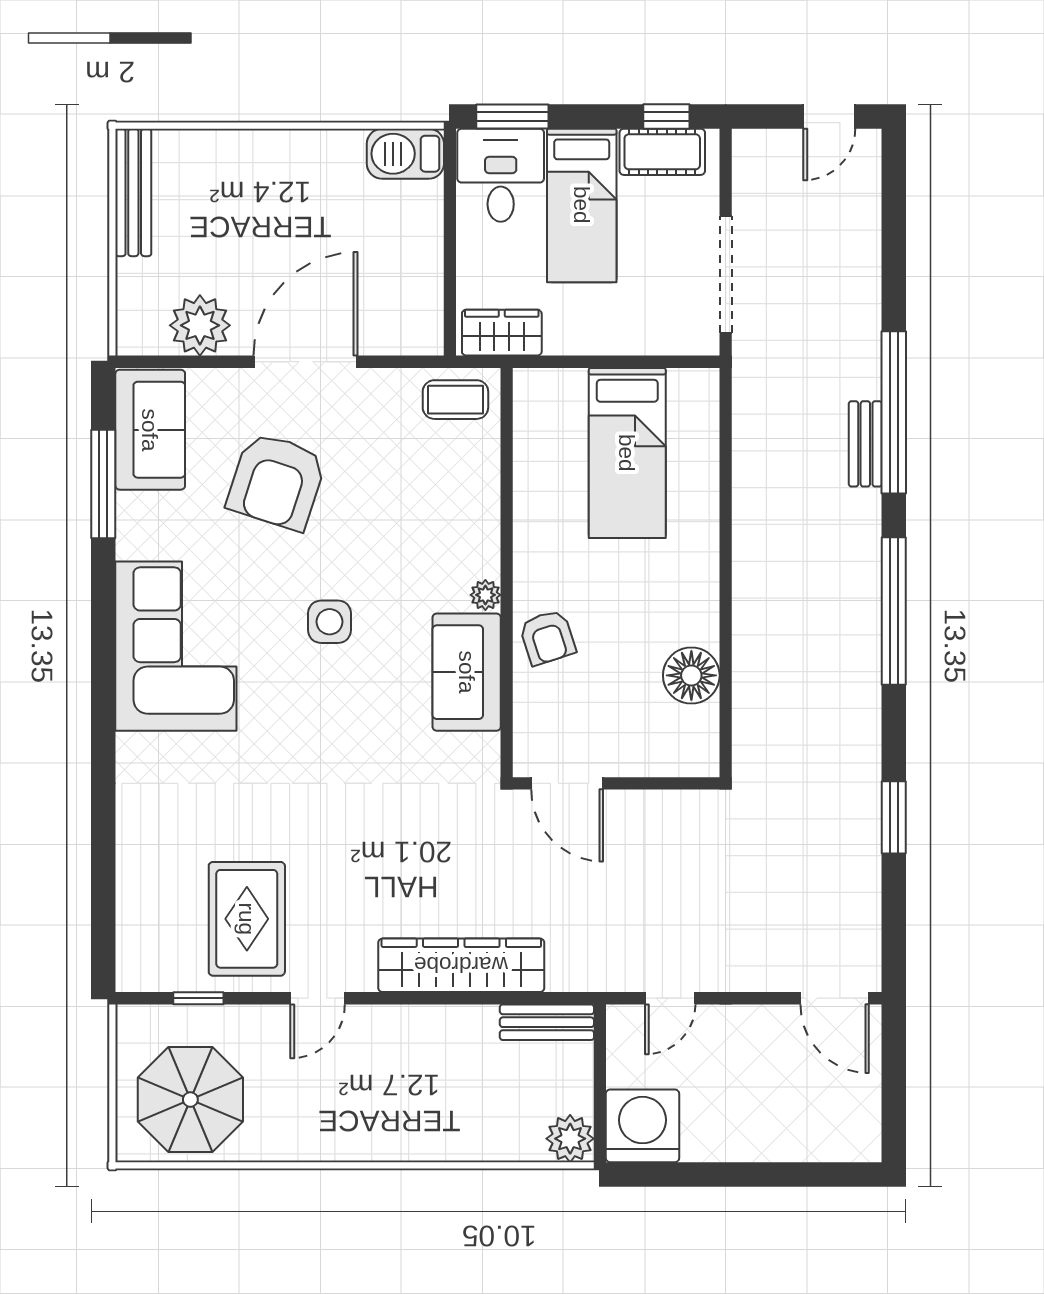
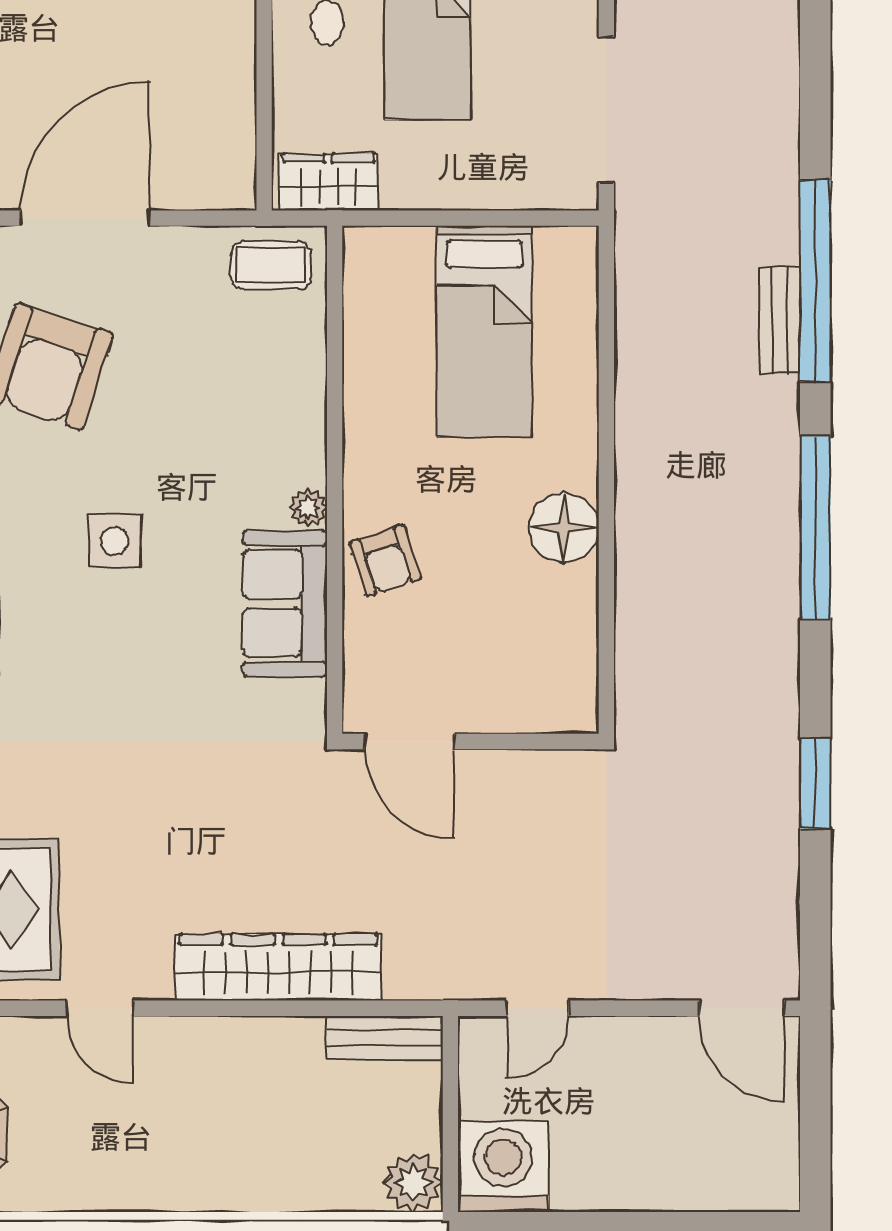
floor lamp: (691, 675) -> (564, 528), moved
door: (318, 998) -> (100, 1008), hinge flipped

